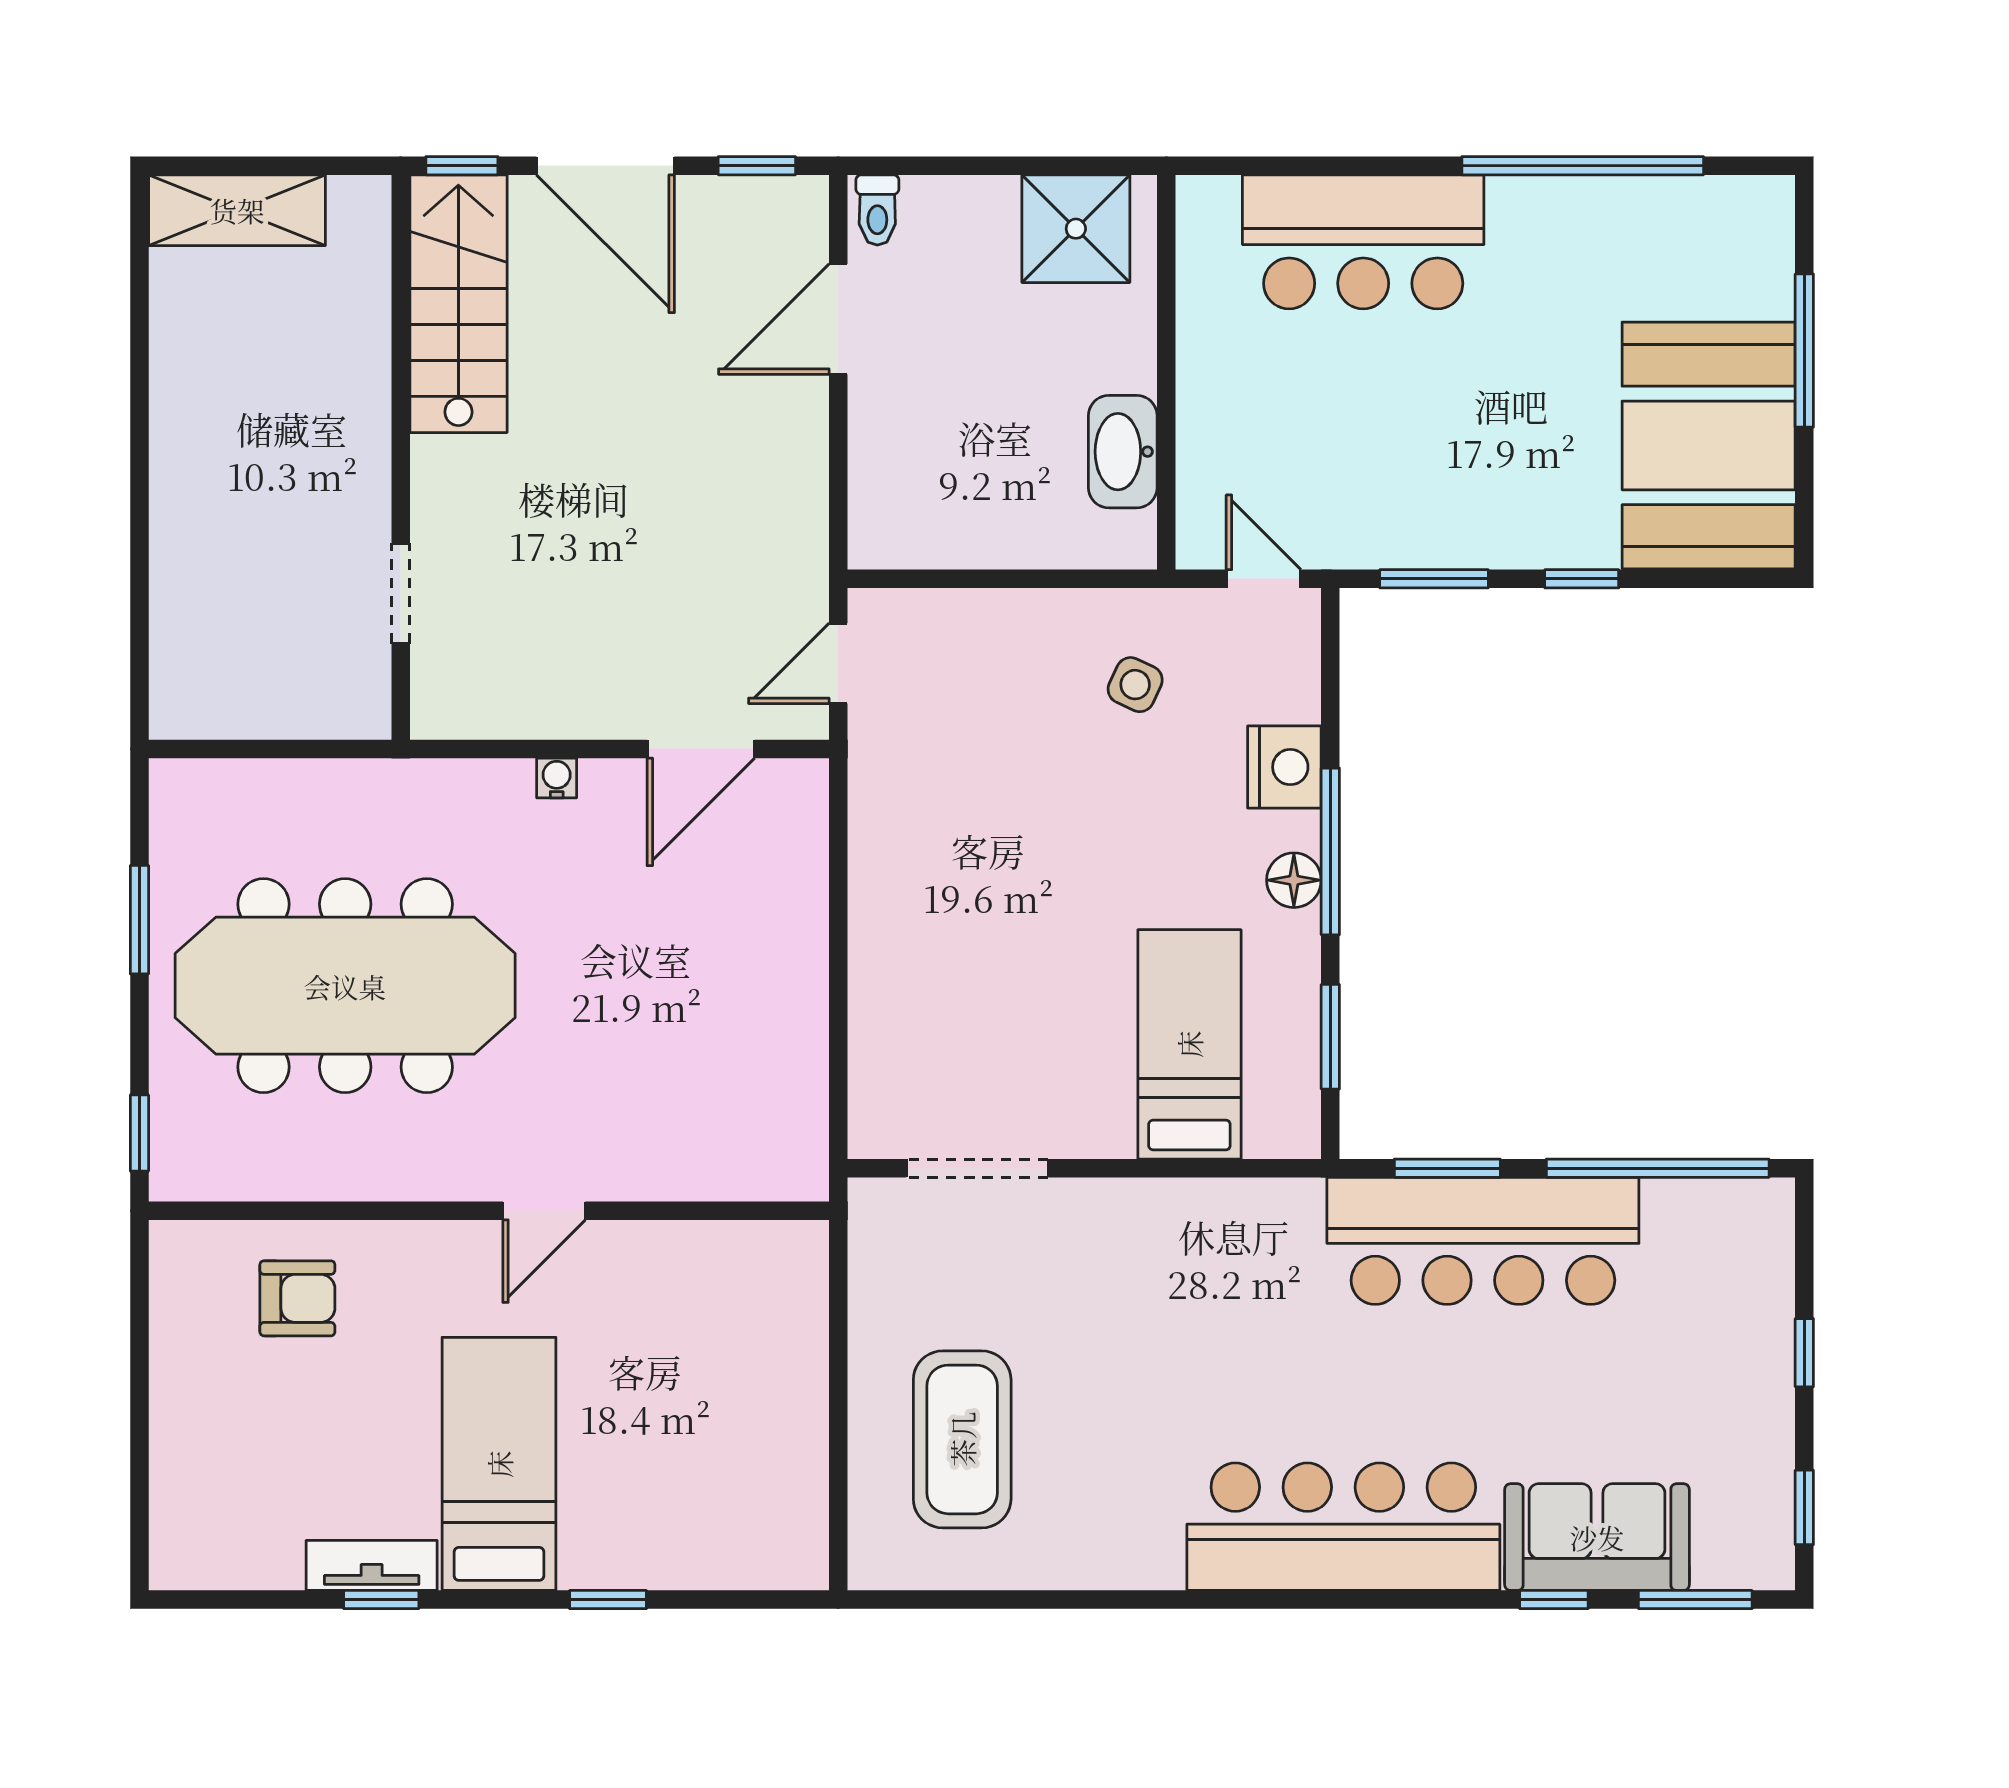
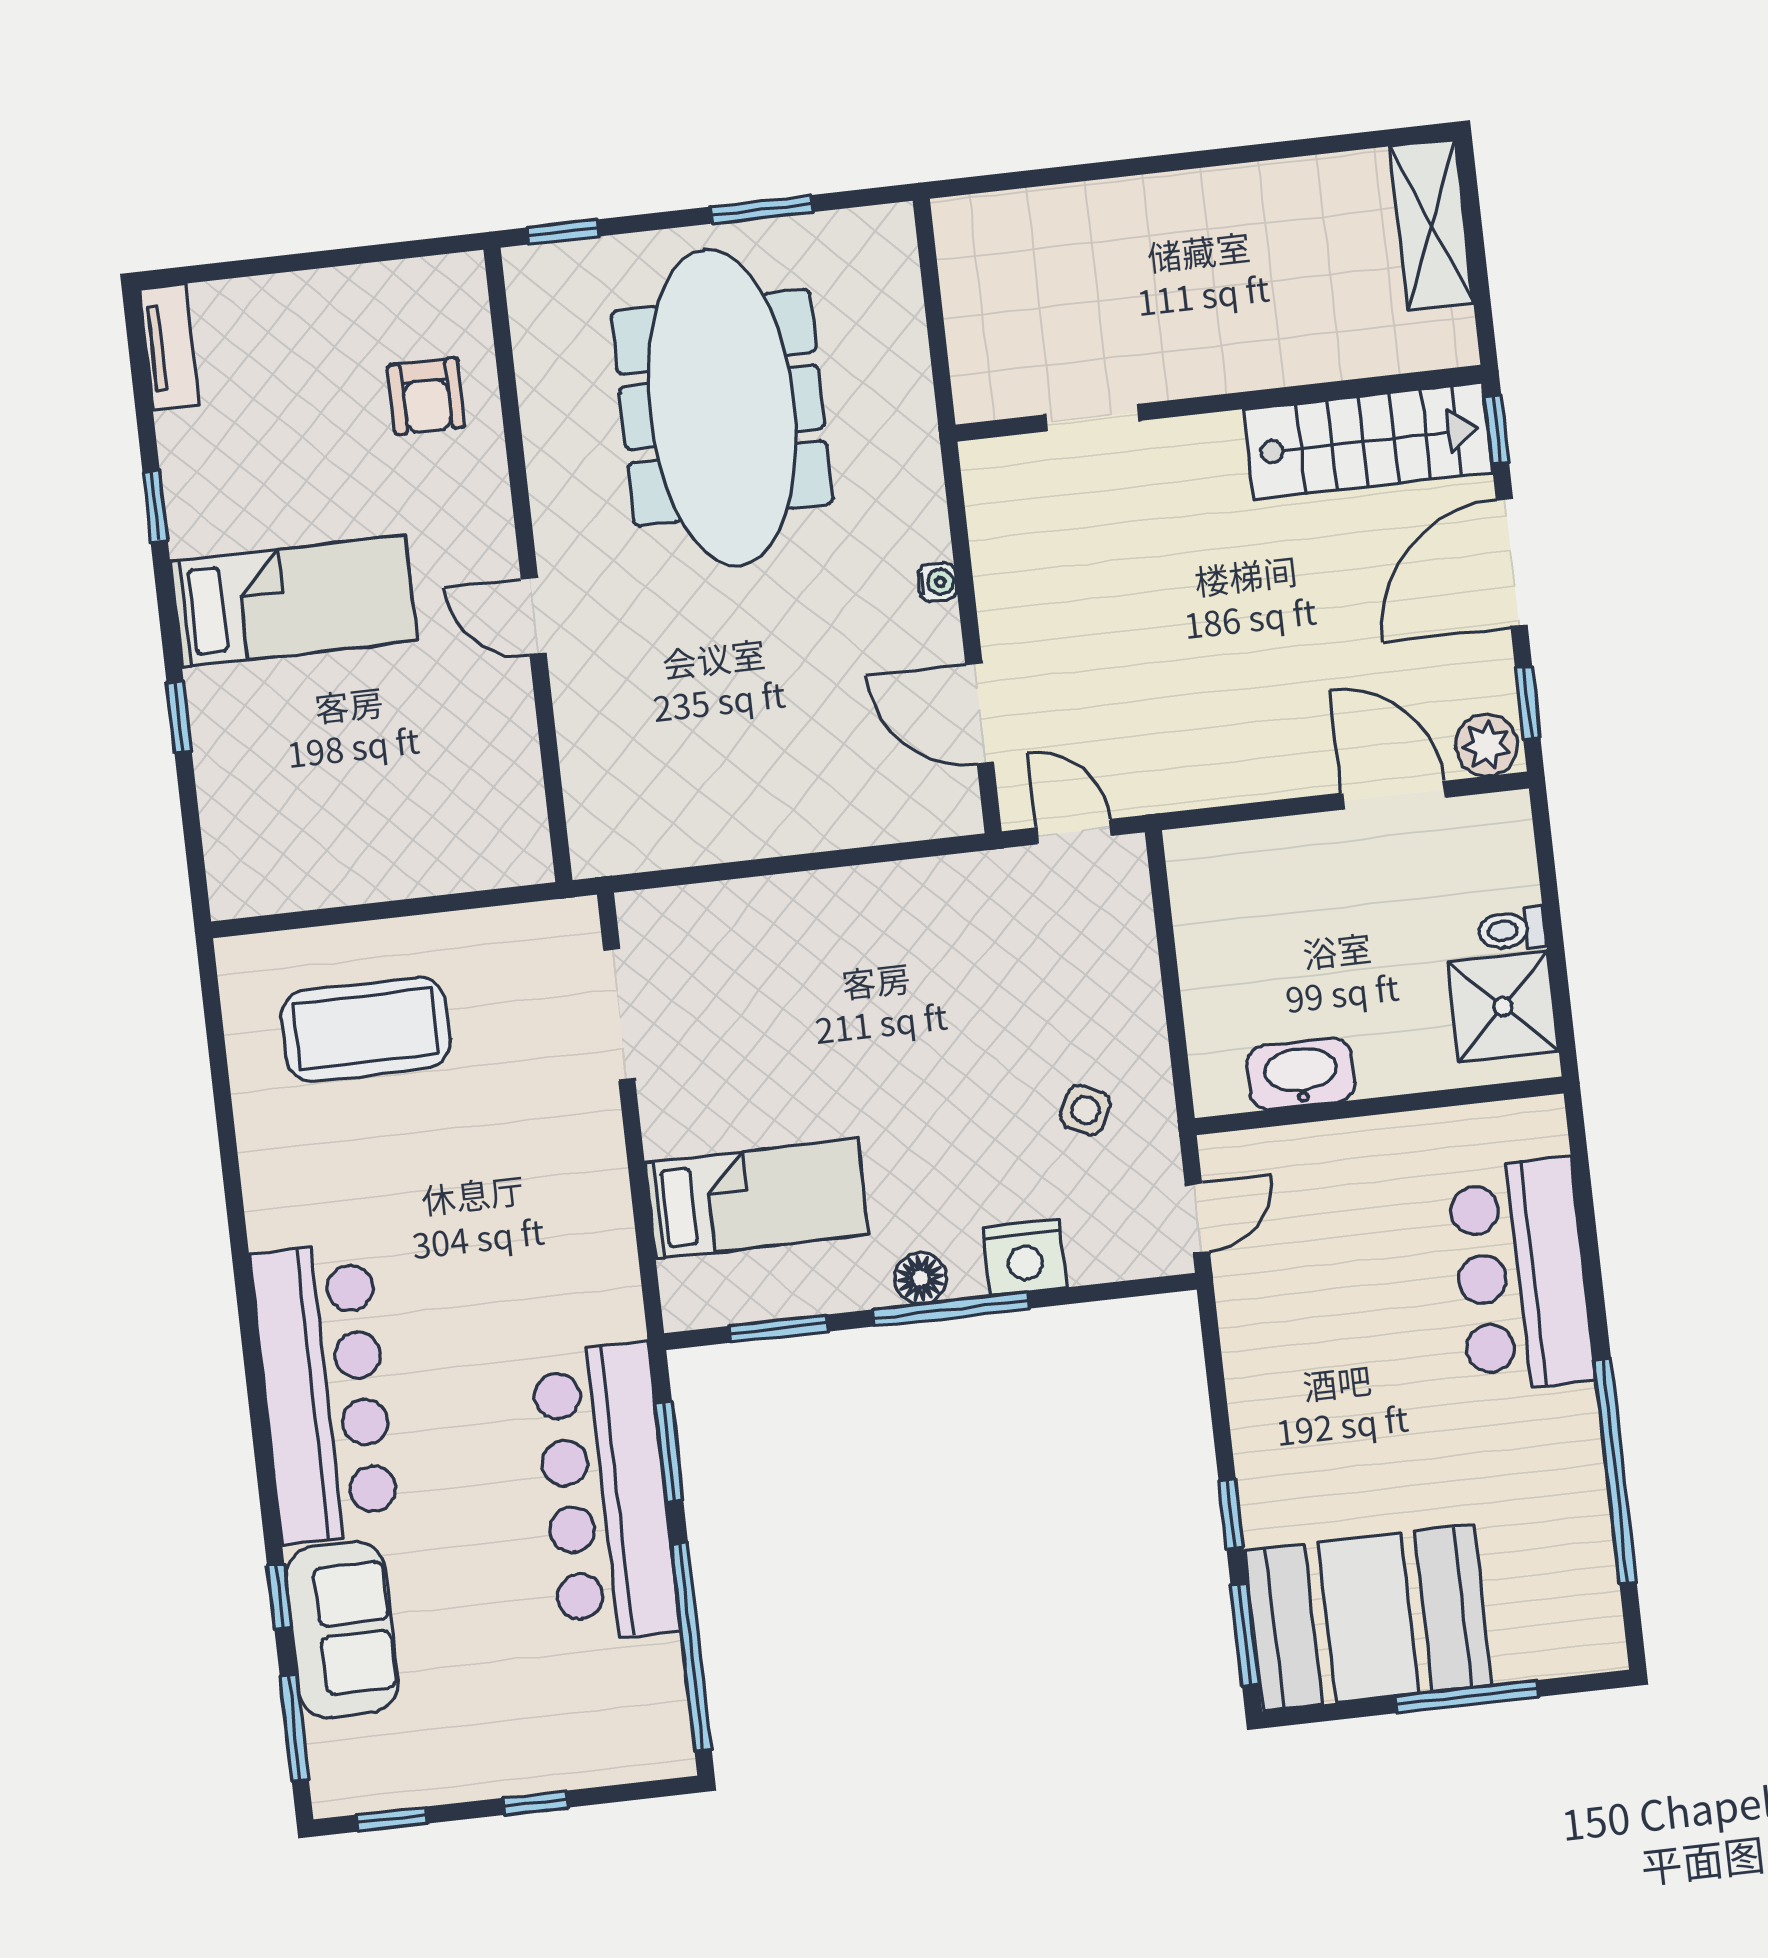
toilet: (877, 210) -> (1512, 930), moved
plant: (796, 214) -> (1487, 745), added
window: (1434, 579) -> (1245, 1634), moved
tv unit: (372, 1565) -> (169, 347), moved

